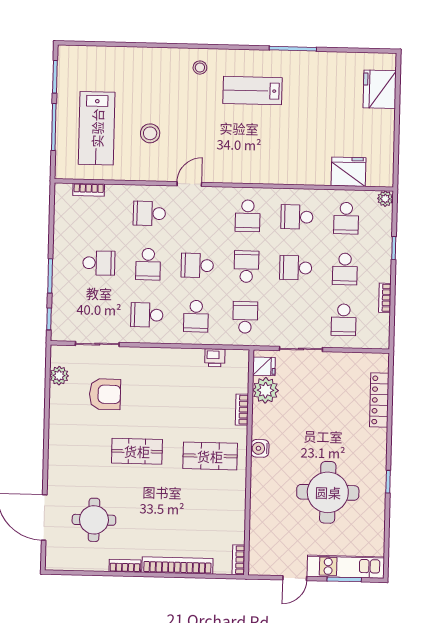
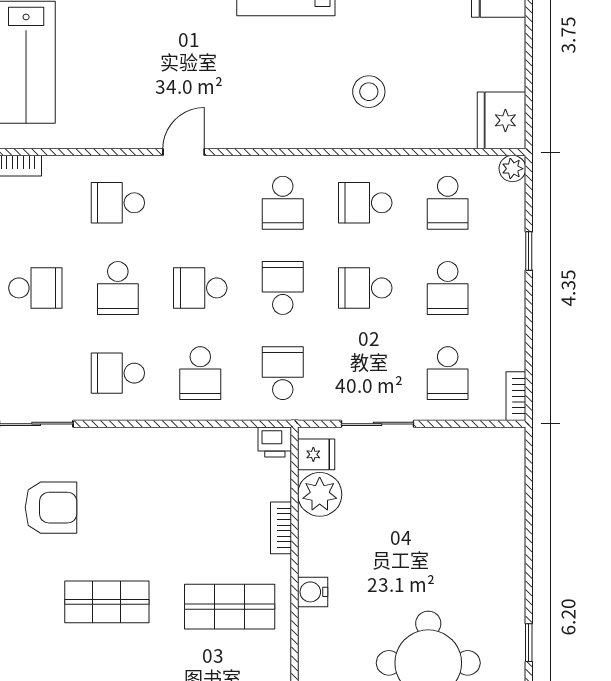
stool: (150, 133) -> (369, 92), moved
fridge: (348, 172) -> (502, 120), moved, turned -90
bookcase: (385, 298) -> (516, 396), moved
printer: (215, 358) -> (275, 442), moved
locker: (379, 400) -> (511, 506), removed

